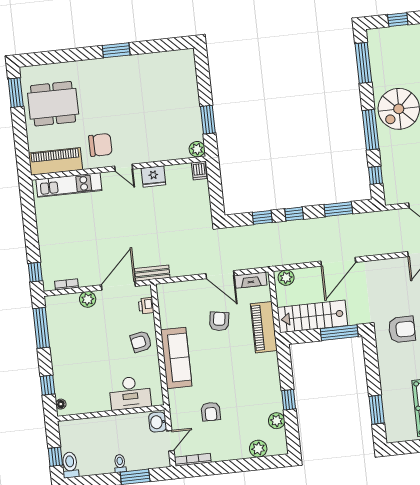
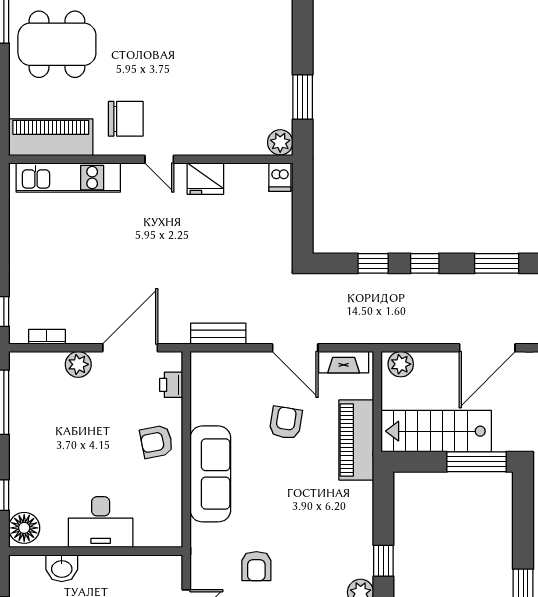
bench: (152, 273) -> (218, 334), moved
desk: (130, 393) -> (101, 522), moved
floor lamp: (61, 404) -> (24, 528), width x1.89, depth x1.89
washbasin: (158, 422) -> (62, 568), moved, turned -90

